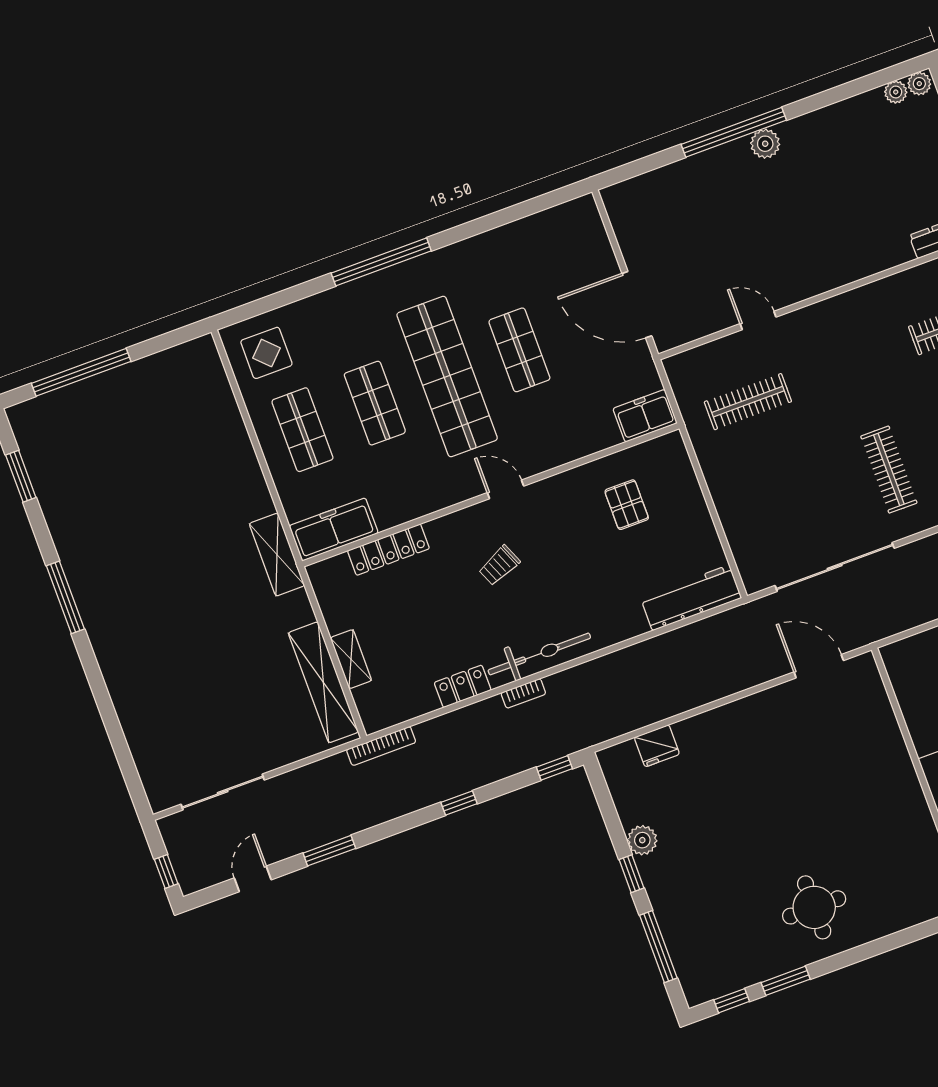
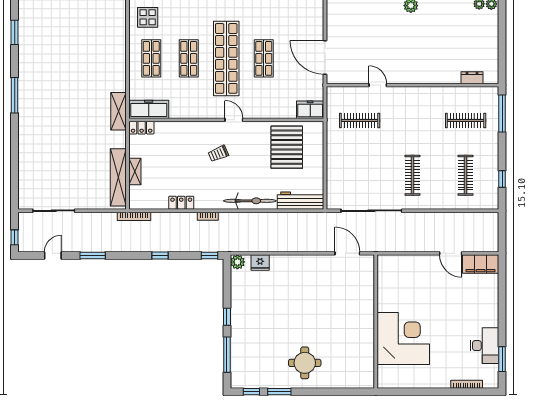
pallet: (627, 505) -> (287, 147), width x2.05, depth x2.00
locker: (388, 550) -> (142, 128), moved, width x0.66
bicycle: (539, 654) -> (250, 201), moved
plant: (642, 840) -> (237, 262), moved

